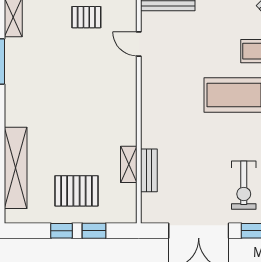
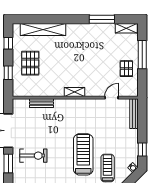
shelving: (129, 164) -> (75, 92), moved
exercise bike: (244, 185) -> (33, 156), turned 180
window: (62, 231) -> (8, 43), moved

